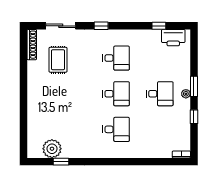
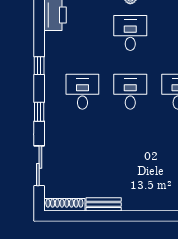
window: (159, 26) -> (39, 66), moved
rug: (58, 60) -> (85, 170), removed
bench: (32, 74) -> (104, 204), added

